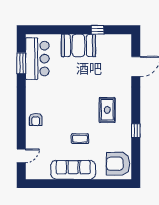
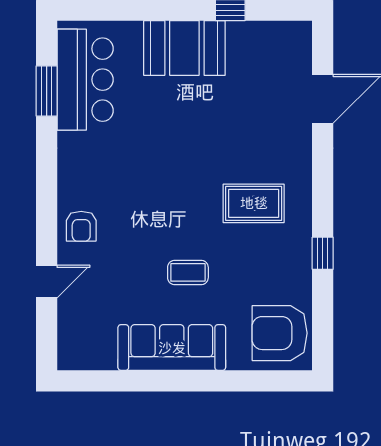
rug: (107, 110) -> (254, 203), turned 90
door: (21, 156) -> (47, 281), moved

